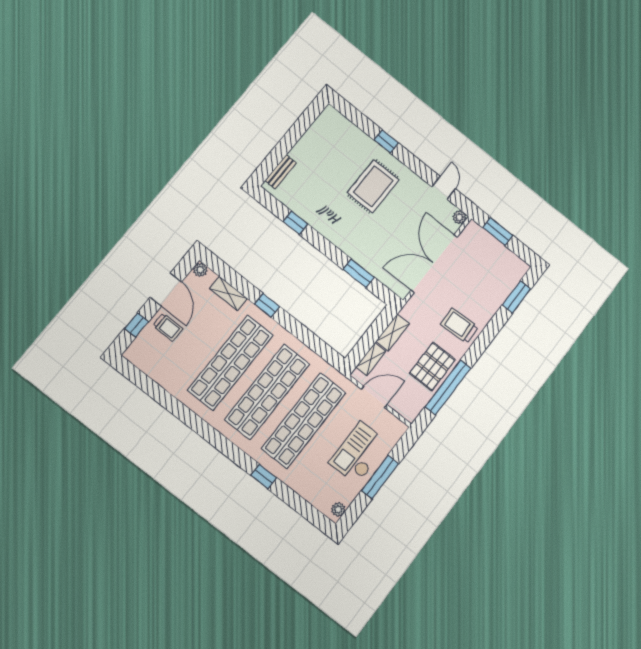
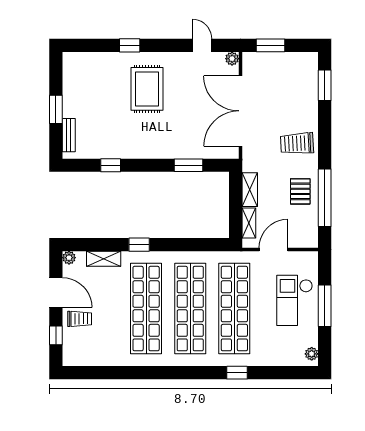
window: (287, 143) -> (56, 109), added
pallet: (432, 366) -> (300, 191), width x0.67, depth x0.71

